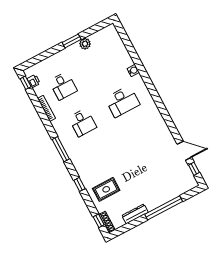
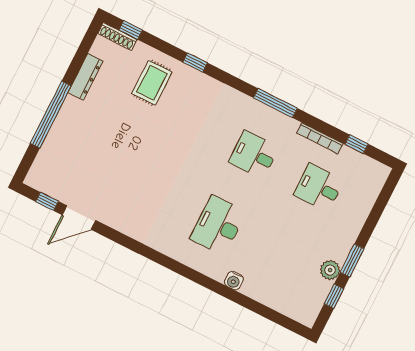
window: (92, 30) -> (334, 296), added
printer: (34, 81) -> (366, 164), removed
window: (26, 83) -> (357, 144), moved
window: (61, 149) -> (275, 103), moved

